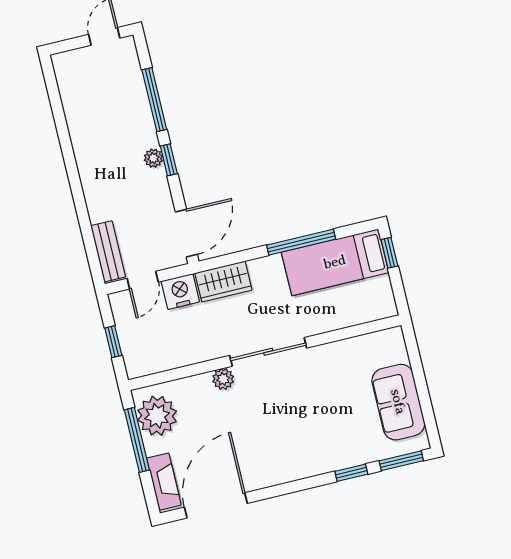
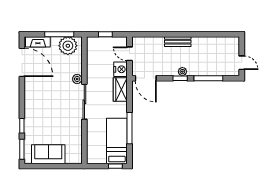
bench: (108, 251) -> (178, 42), moved

